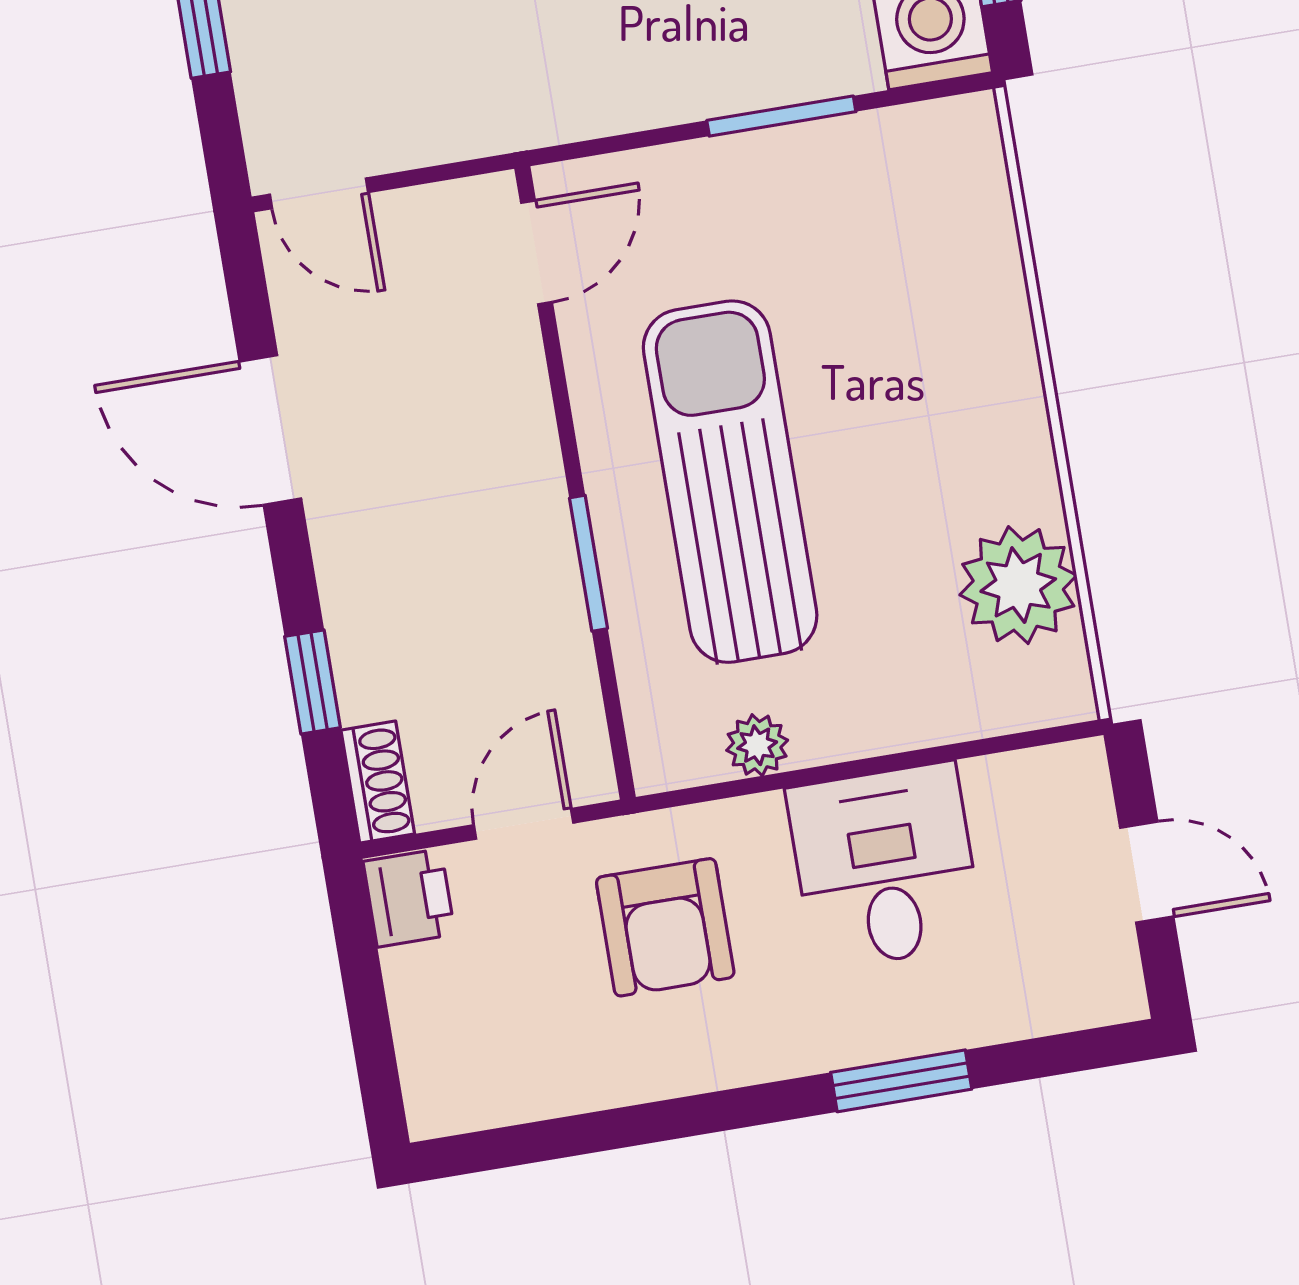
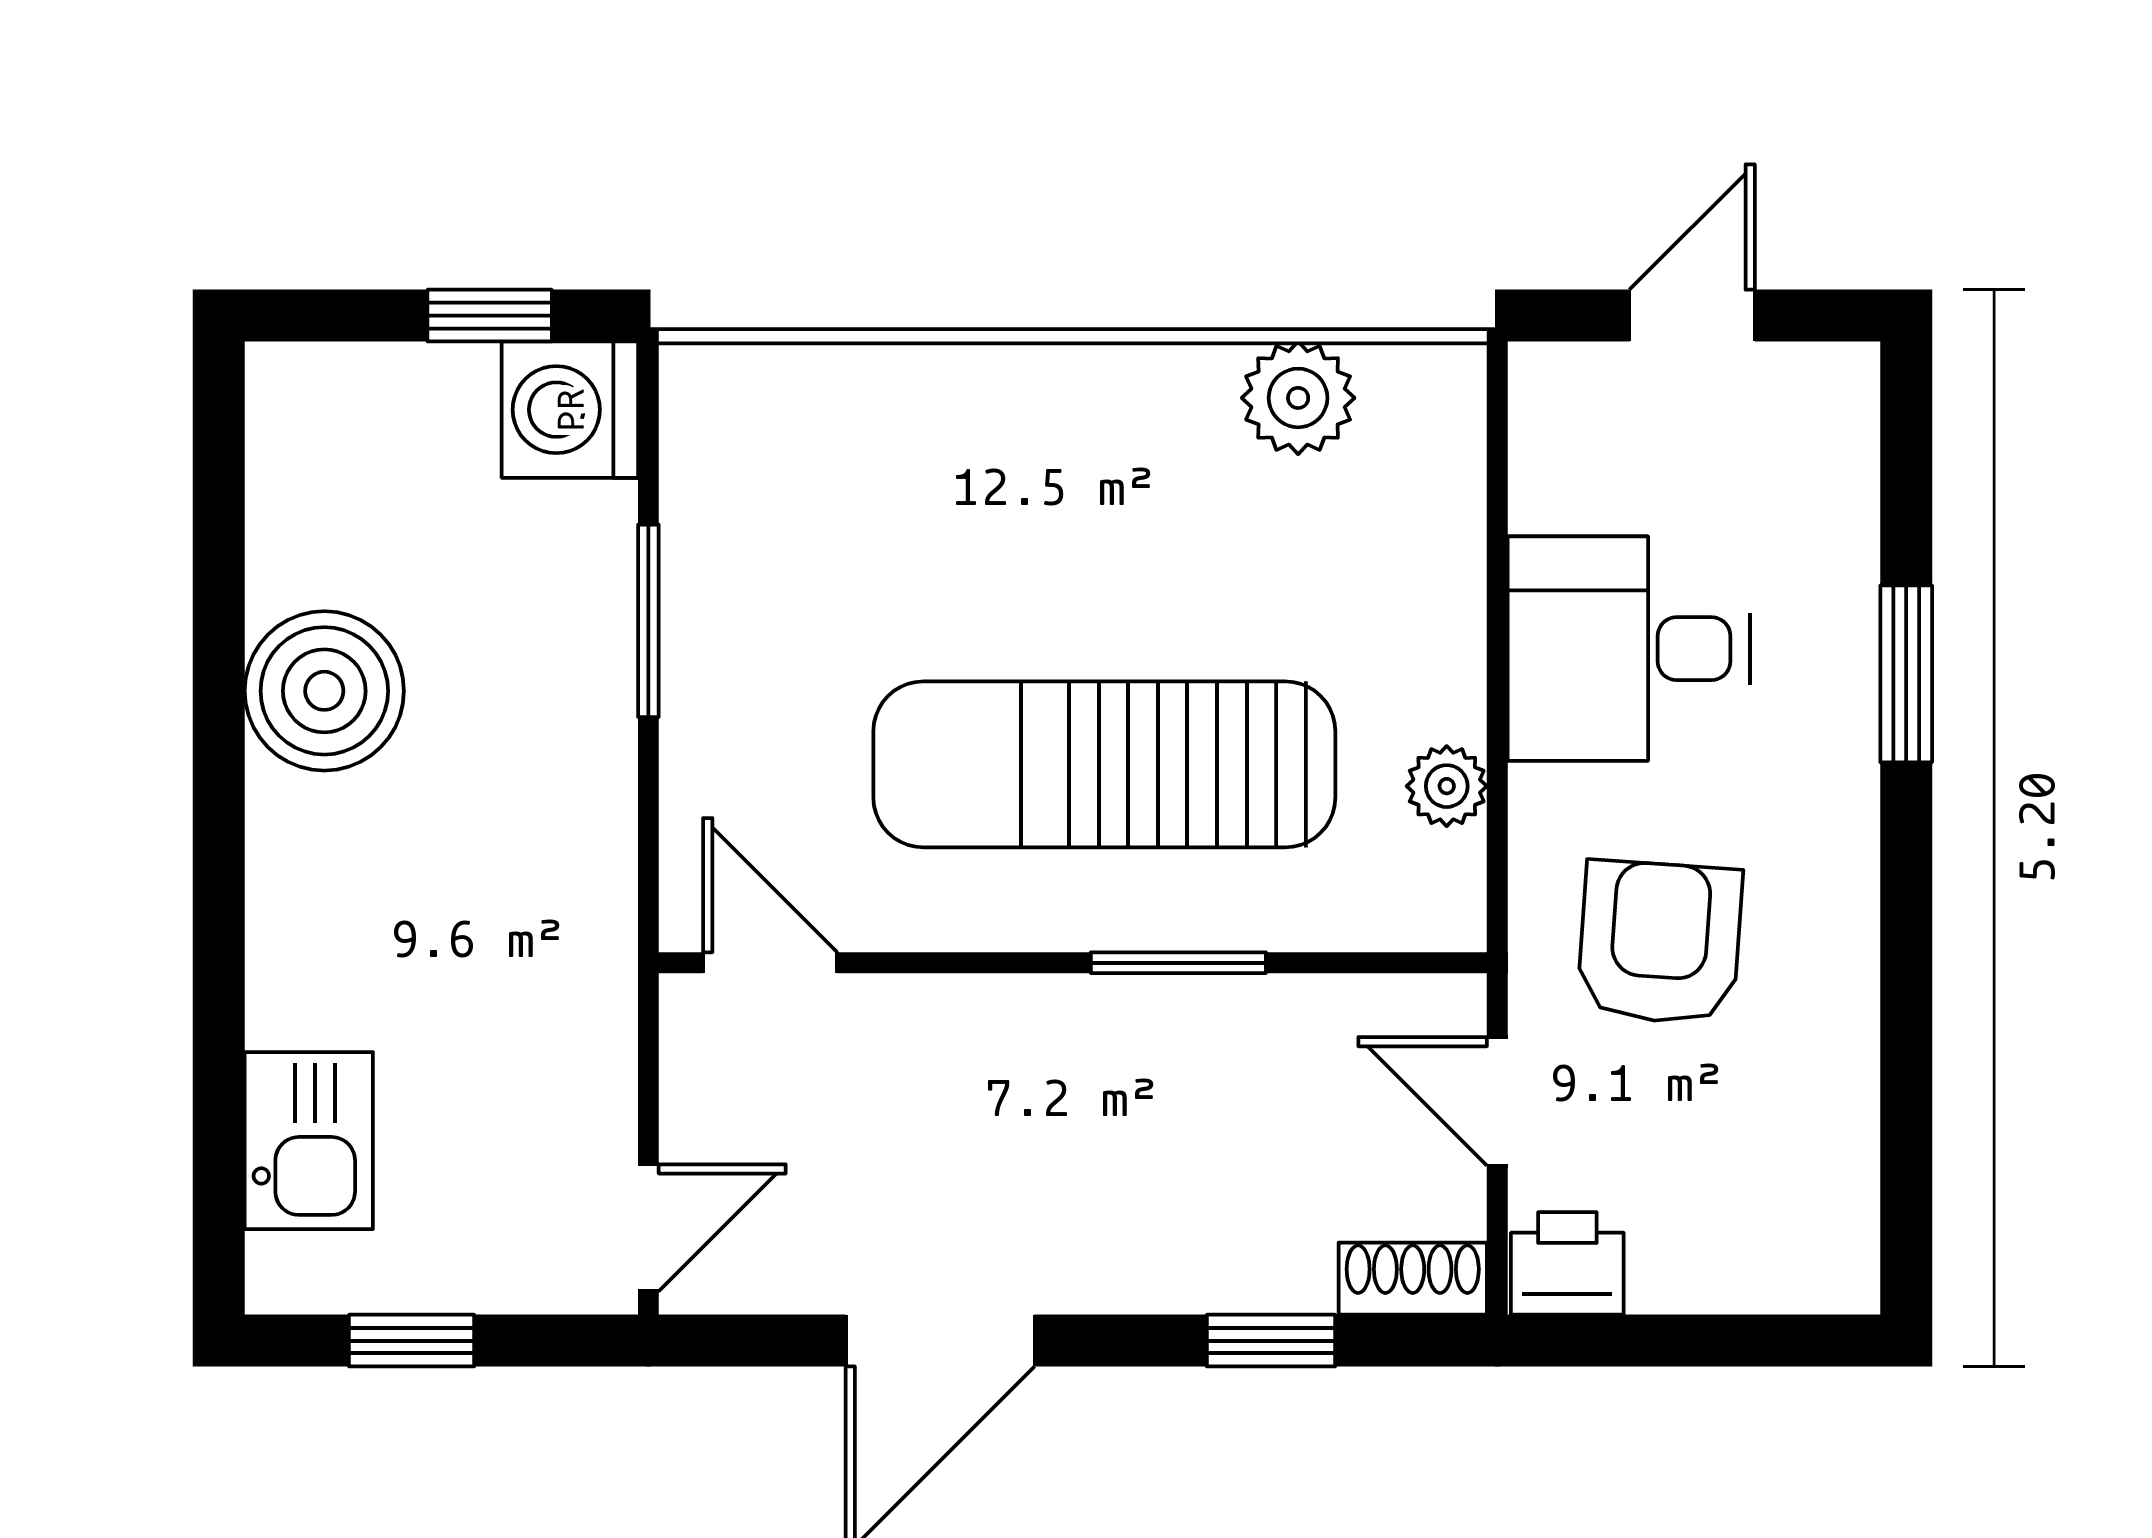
plant: (1018, 585) -> (1298, 398), width x0.73, depth x0.73
armchair: (665, 927) -> (1660, 943), turned -86

